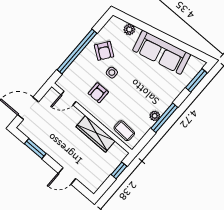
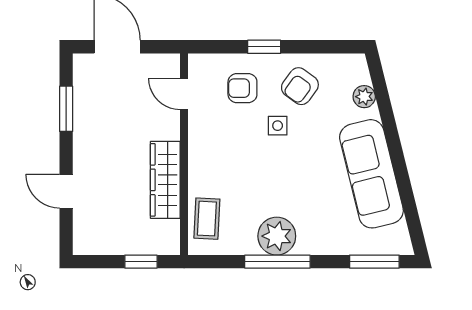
window: (77, 52) -> (264, 47), width x0.32
armchair: (98, 93) -> (242, 88), moved
plant: (155, 116) -> (277, 236), width x1.87, depth x1.87

